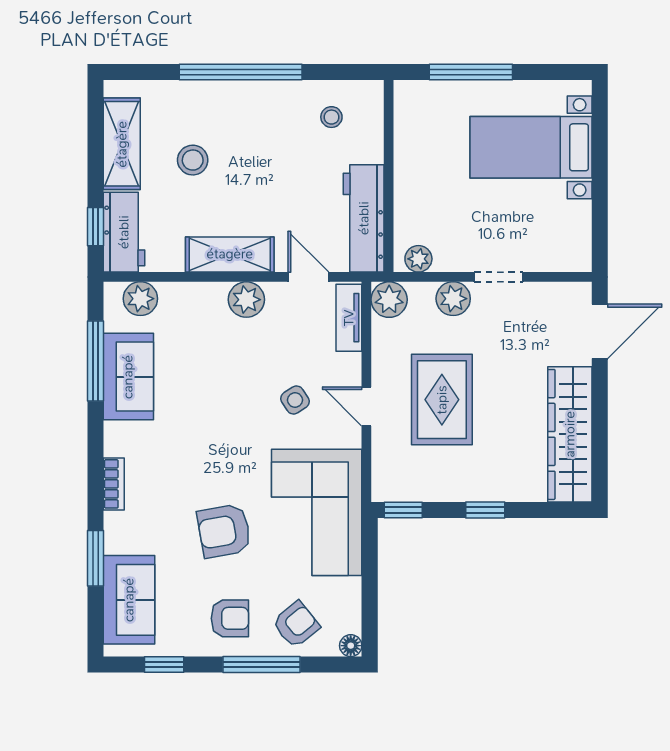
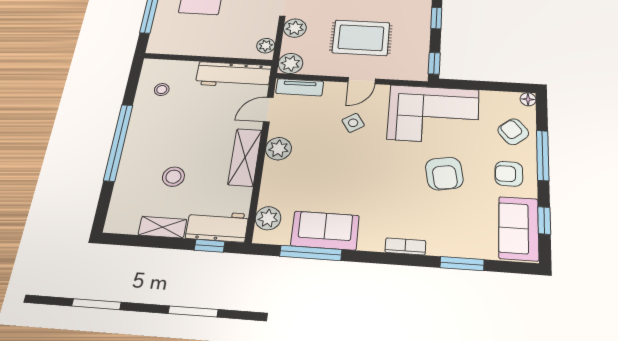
shelving: (122, 144) -> (162, 227), width x0.67, depth x0.75
sofa: (129, 600) -> (519, 228), moved, turned -90
armchair: (230, 618) -> (509, 174), turned -90

